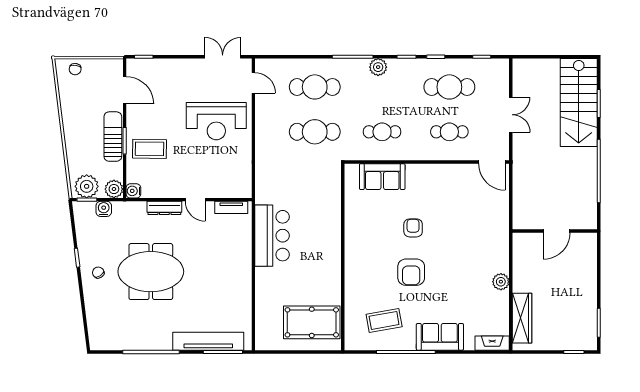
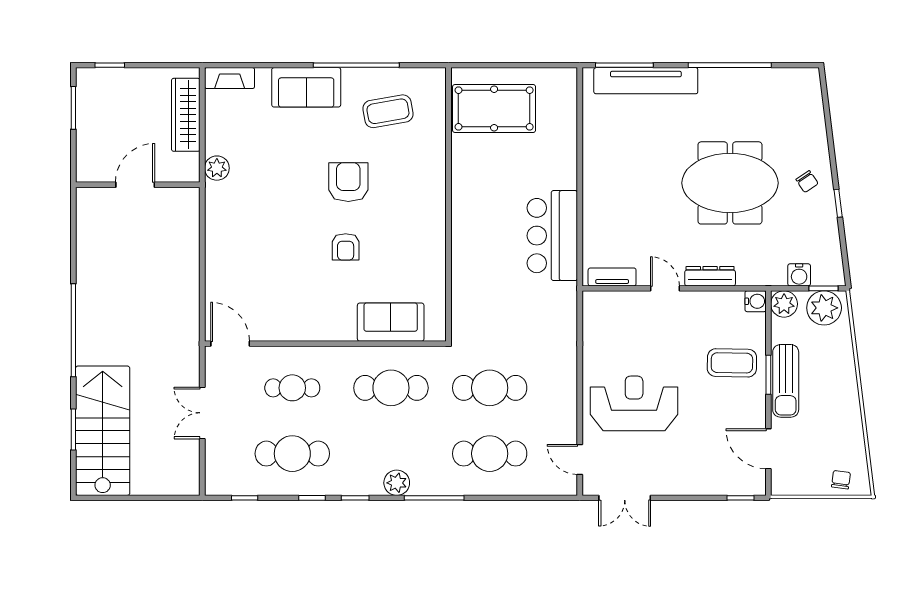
cafe table: (382, 132) -> (391, 388), width x1.37, depth x1.35
wall: (555, 231) -> (138, 185), moved
door: (557, 231) -> (135, 185), moved

